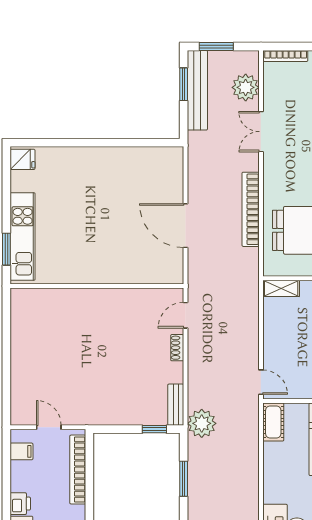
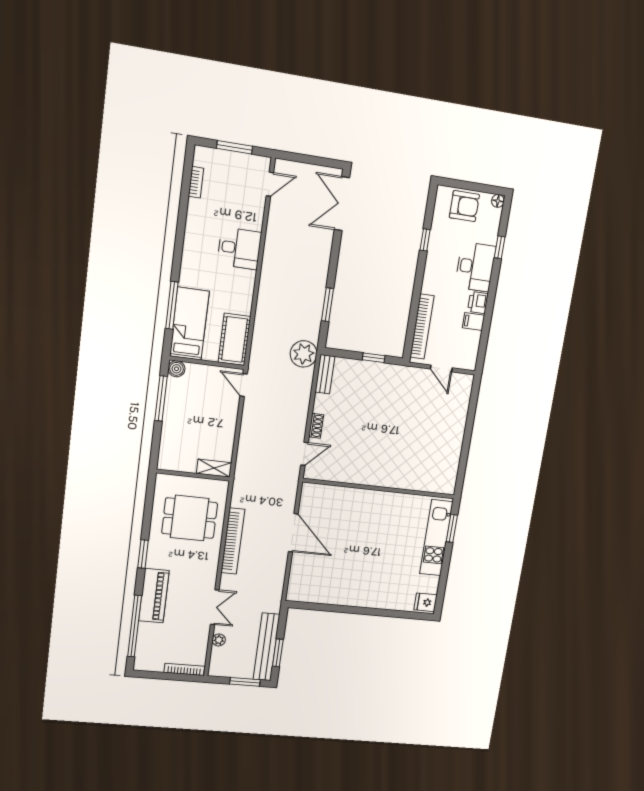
plant: (246, 87) -> (219, 640), width x0.53, depth x0.53
cot: (273, 422) -> (234, 339), width x1.37, depth x1.34
window: (154, 429) -> (374, 358), moved
filing cabinet: (21, 451) -> (474, 322), moved

